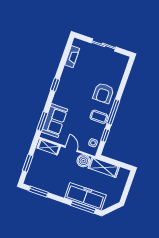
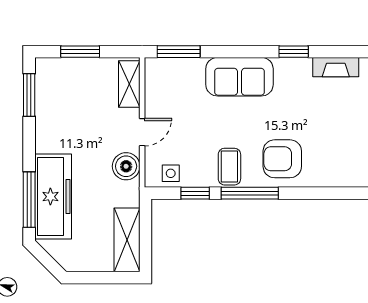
window: (55, 85) -> (294, 52), moved
sofa: (55, 121) -> (239, 77), moved
shelving: (104, 167) -> (127, 240), moved

